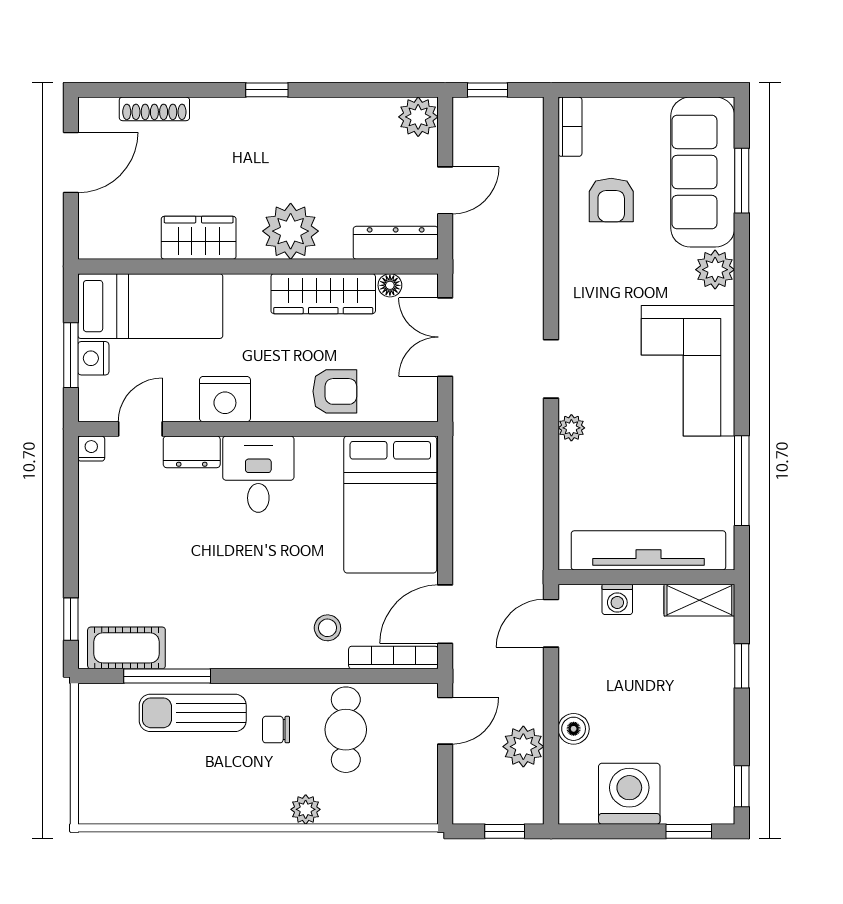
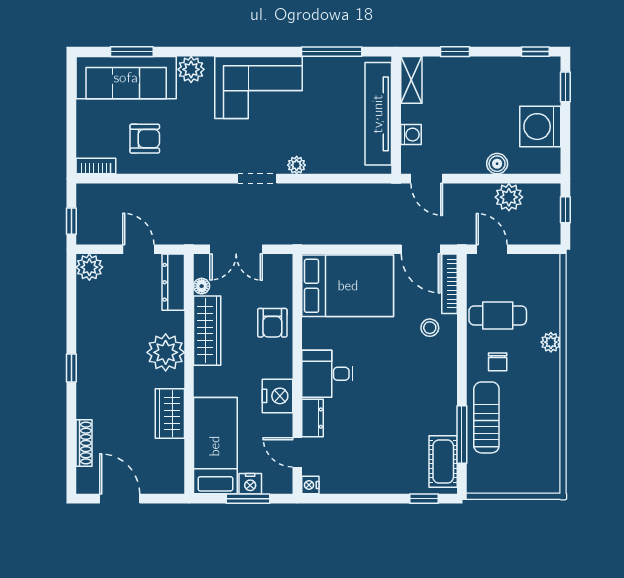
armchair: (335, 391) -> (272, 323), turned 180
sun lounger: (193, 713) -> (486, 417), turned 180

